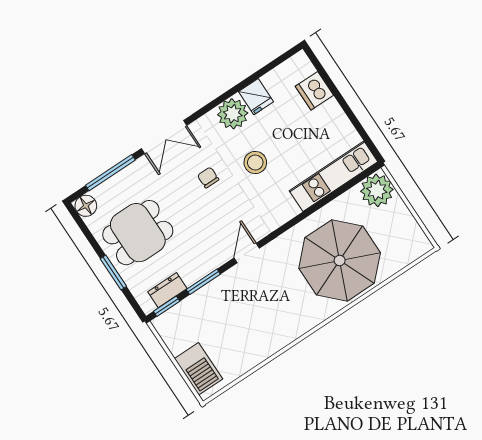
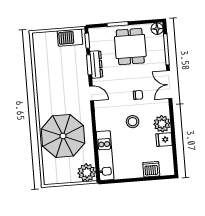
dresser: (167, 290) -> (96, 64), moved, width x1.44
barbecue: (199, 369) -> (70, 38), moved

